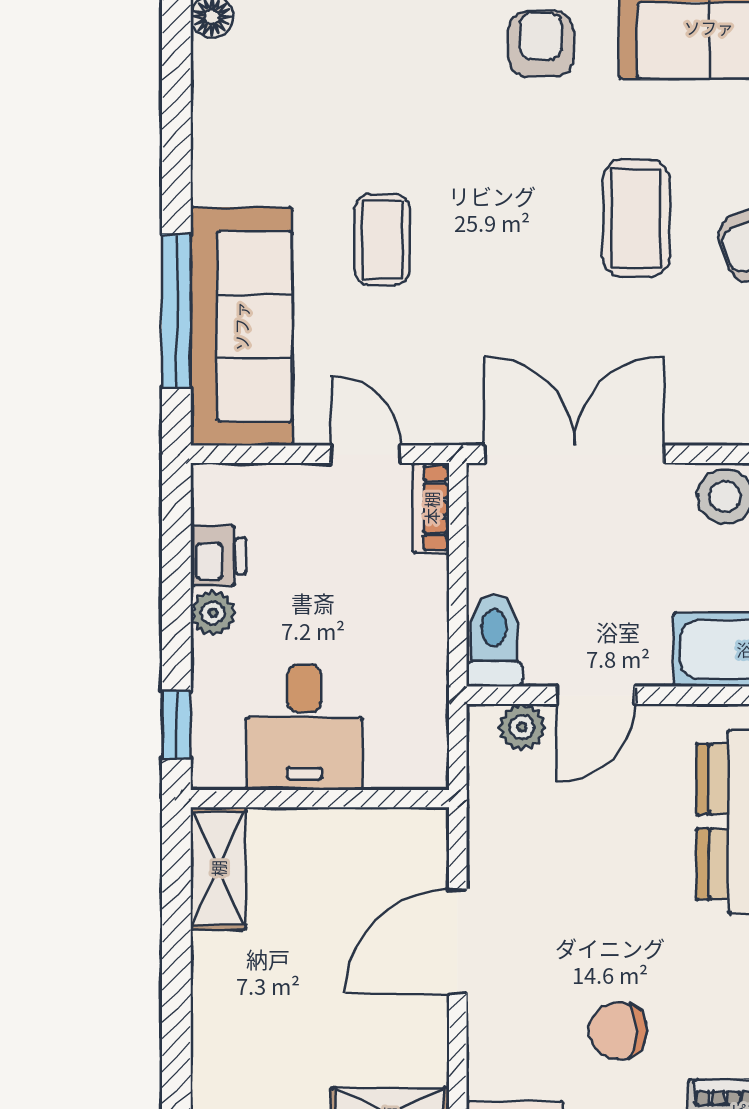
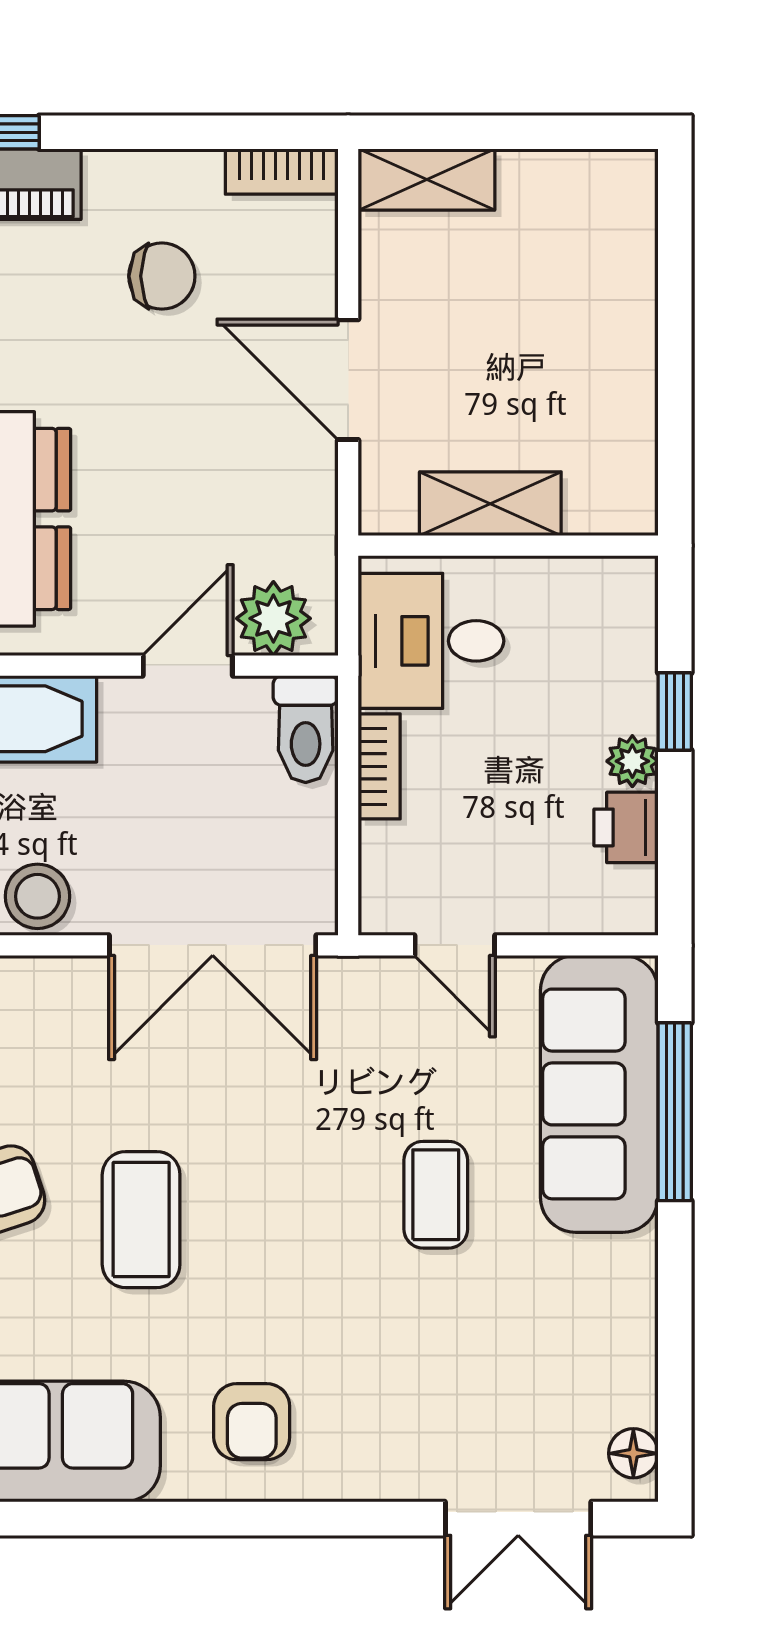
bookcase: (431, 508) -> (379, 766), moved
window: (176, 725) -> (675, 711), moved
desk: (304, 727) -> (431, 641), moved, turned -90
plant: (522, 727) -> (273, 618), width x1.38, depth x1.38
shelving: (218, 868) -> (490, 504), moved, turned 90
door: (458, 942) -> (348, 380), swing flipped

